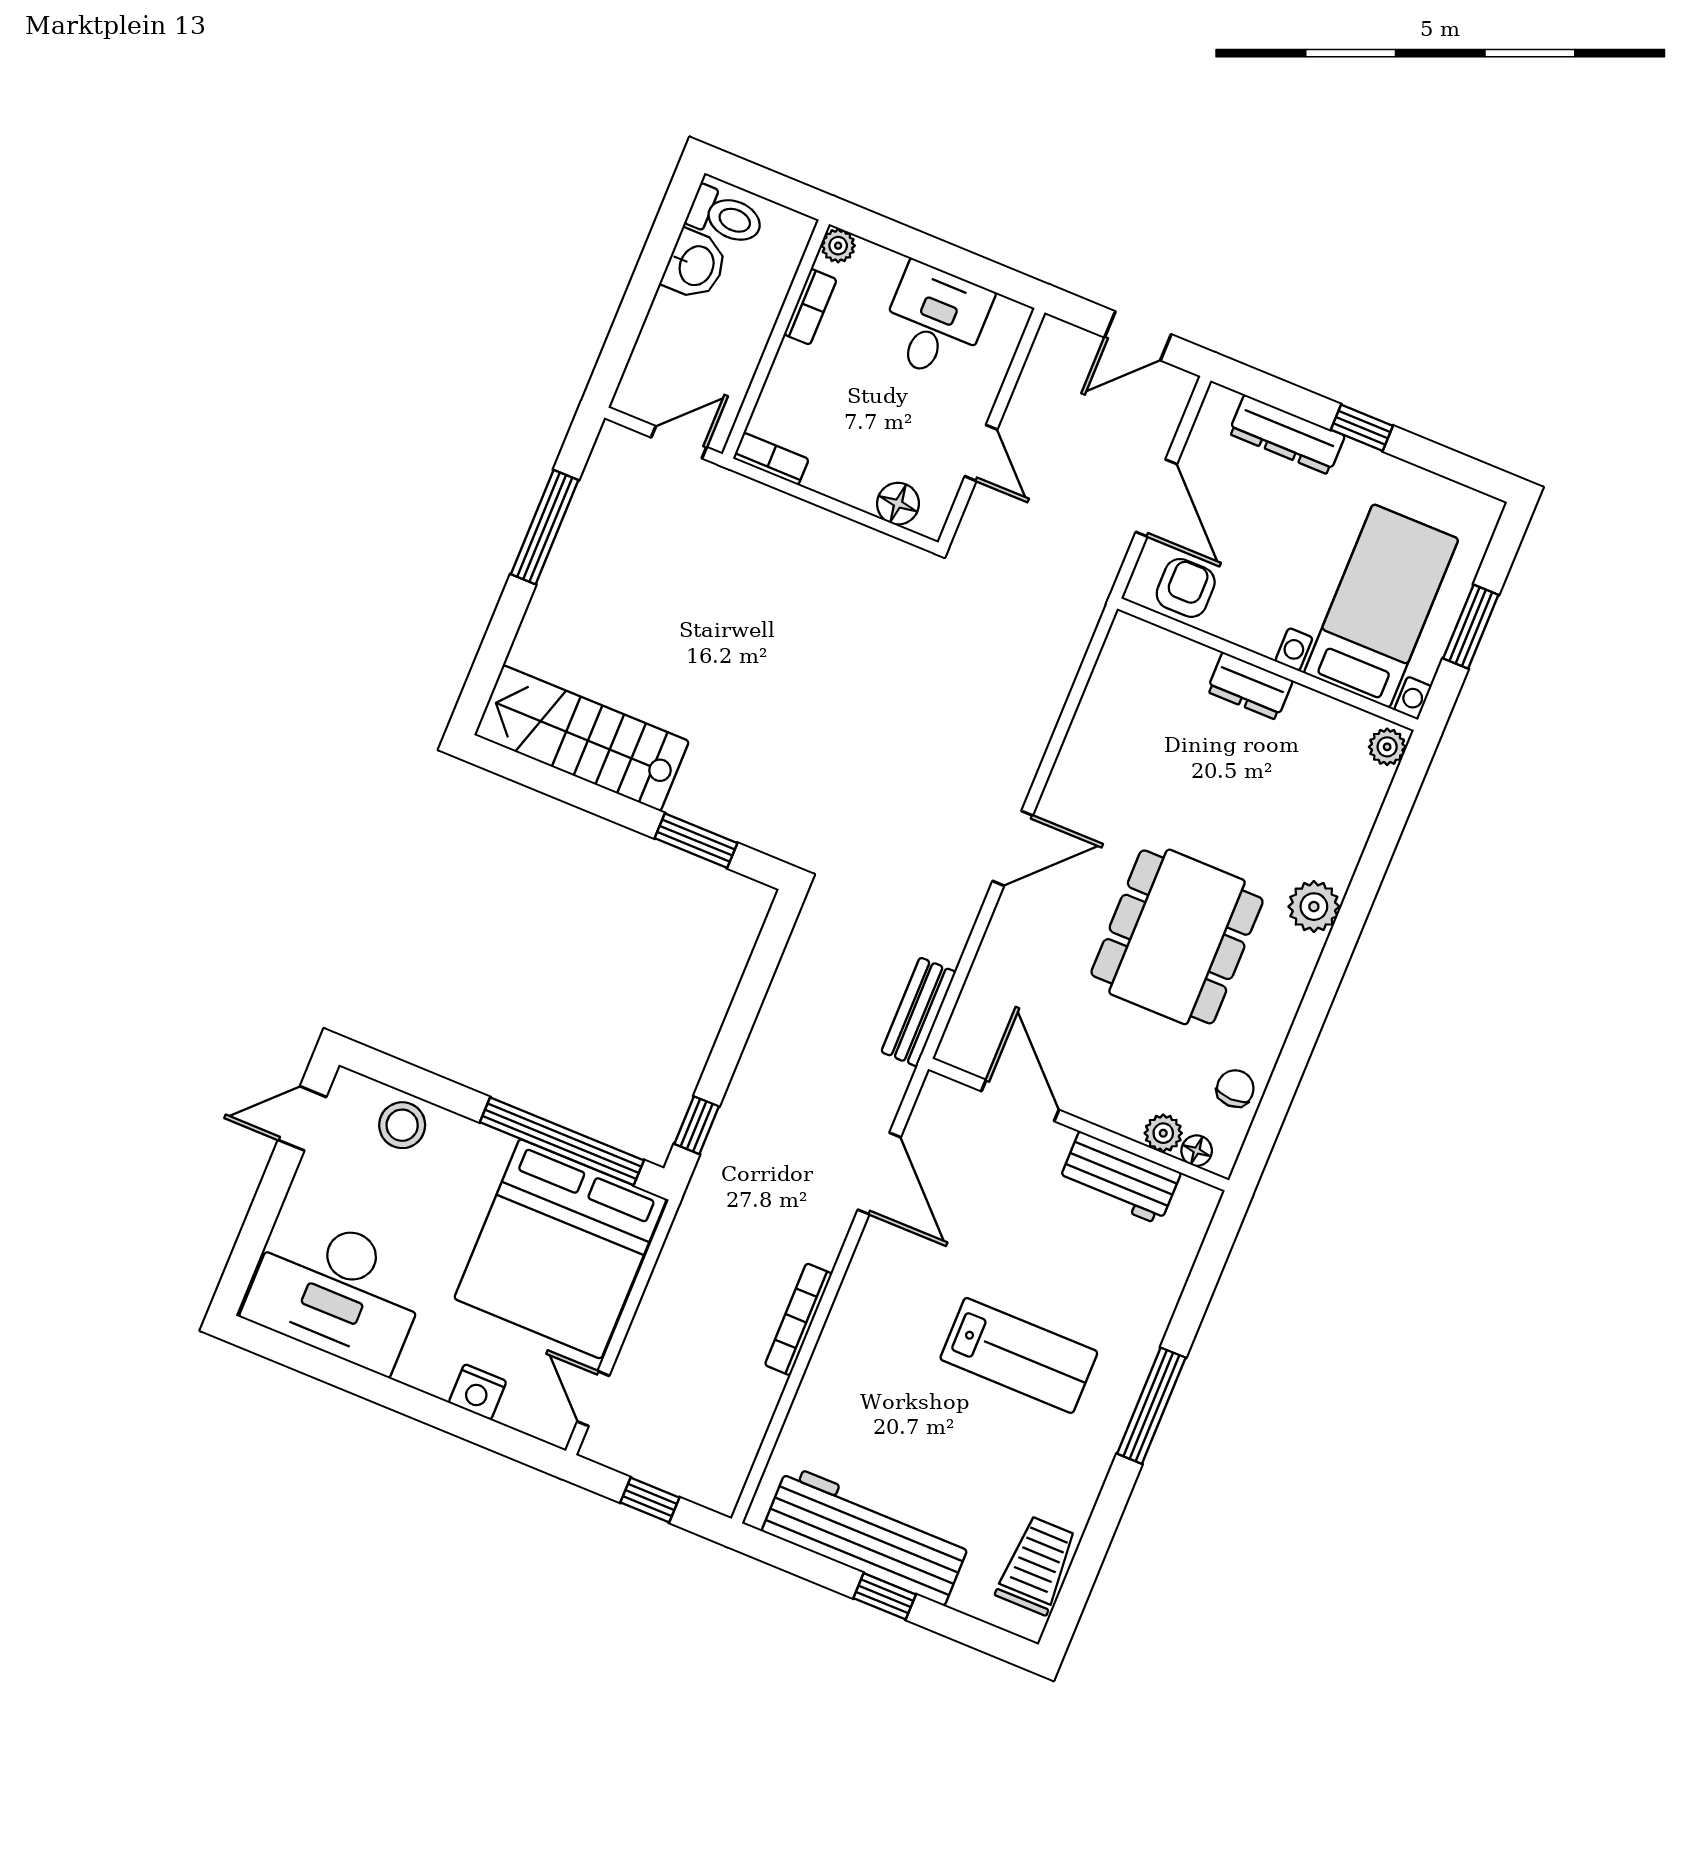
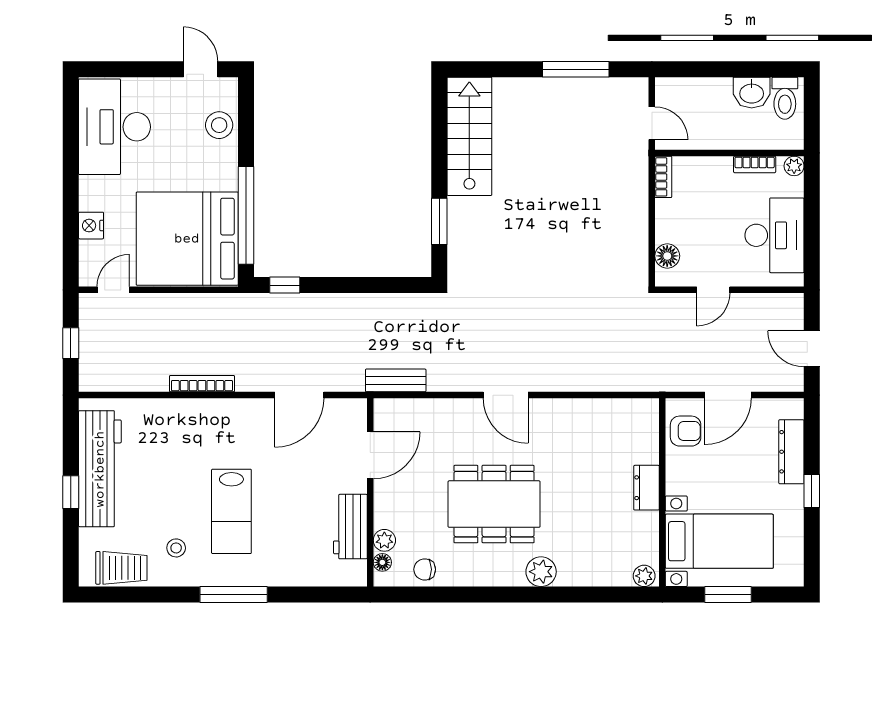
desk: (935, 321) -> (774, 235), width x1.37
chair: (1235, 1089) -> (425, 569), turned 180
stool: (1041, 1466) -> (176, 548), added

